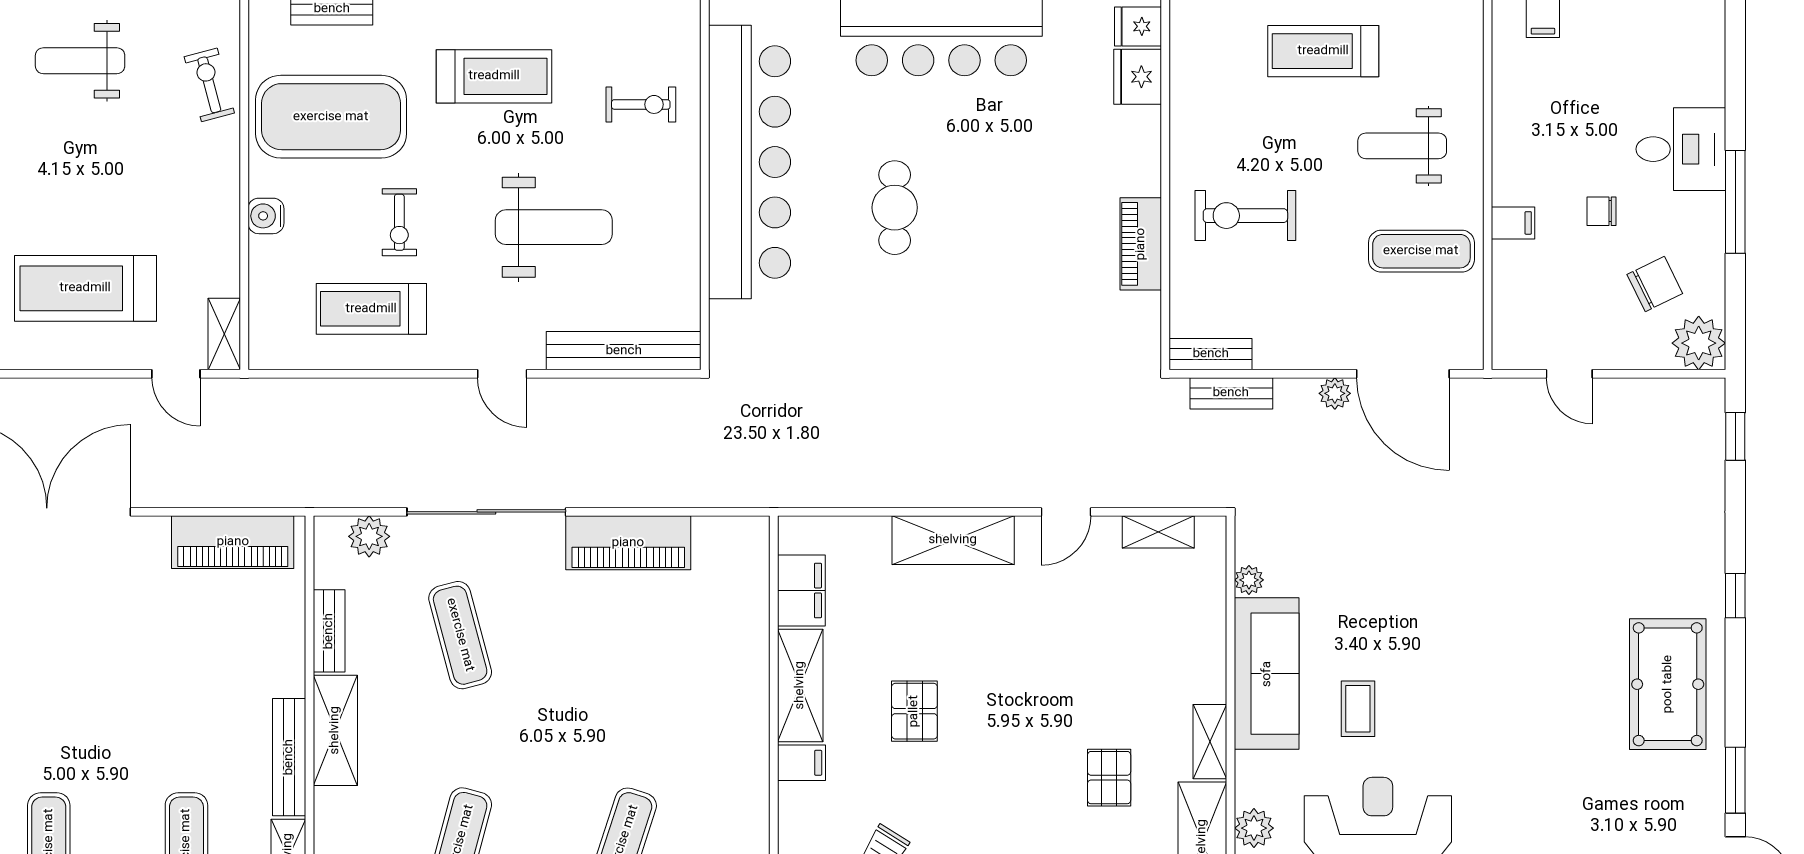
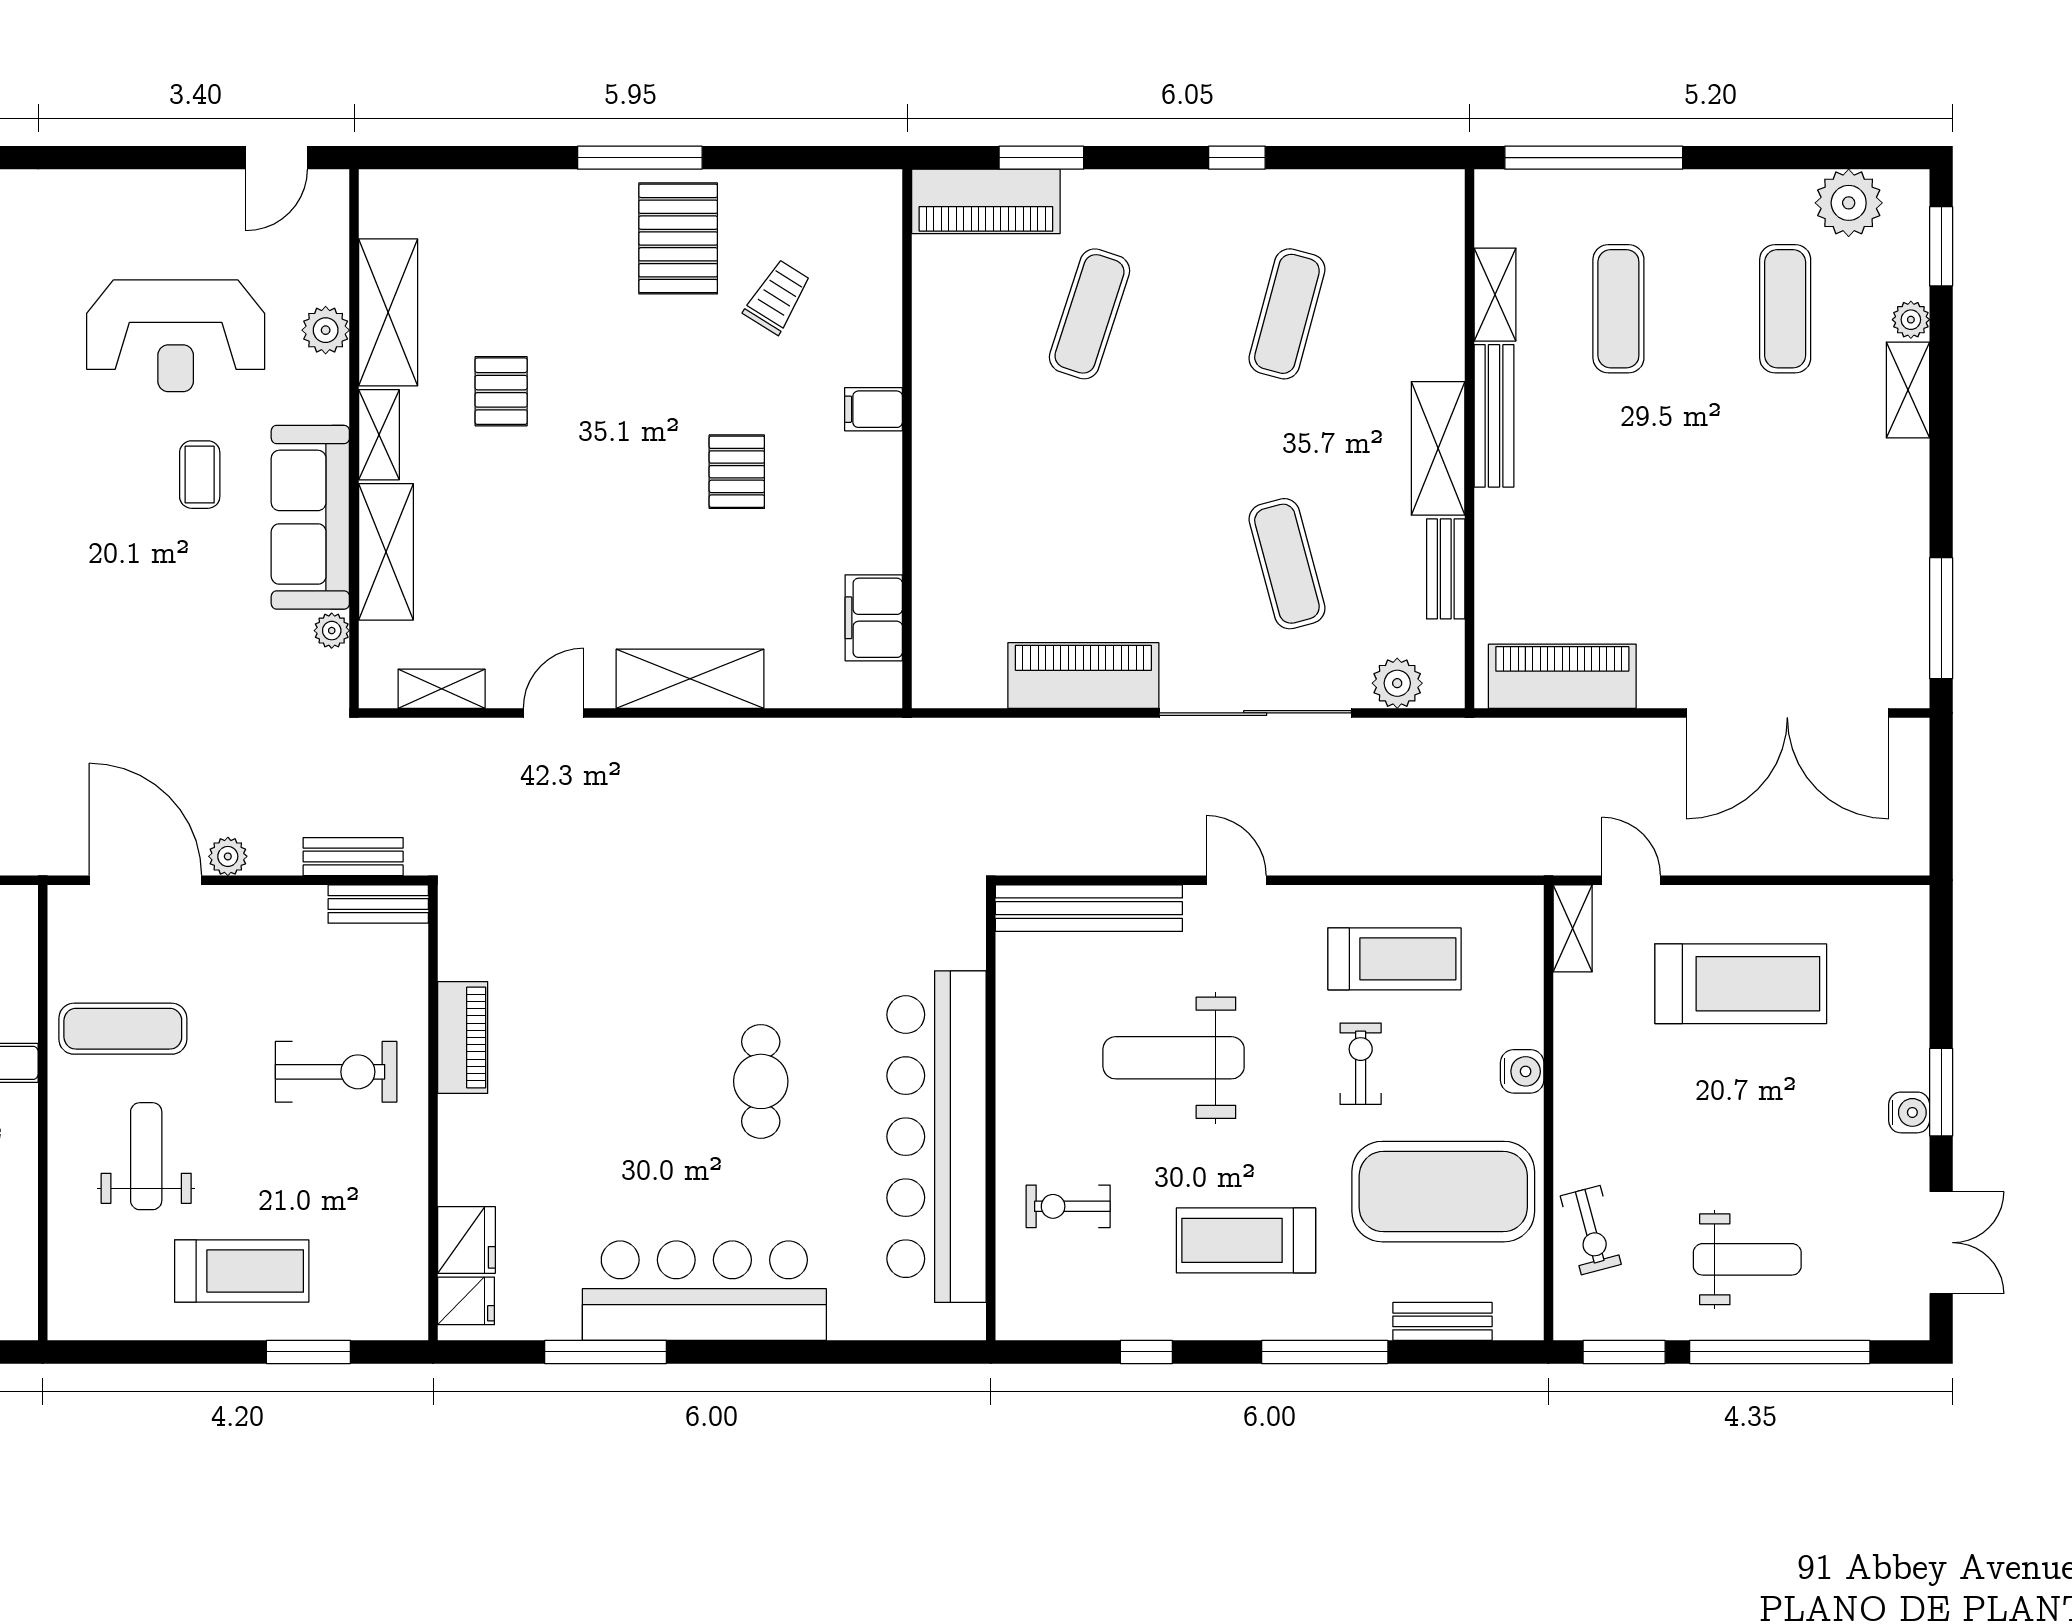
weight bench: (1402, 146) -> (146, 1156), turned -90
shelving: (800, 685) -> (386, 552), moved

